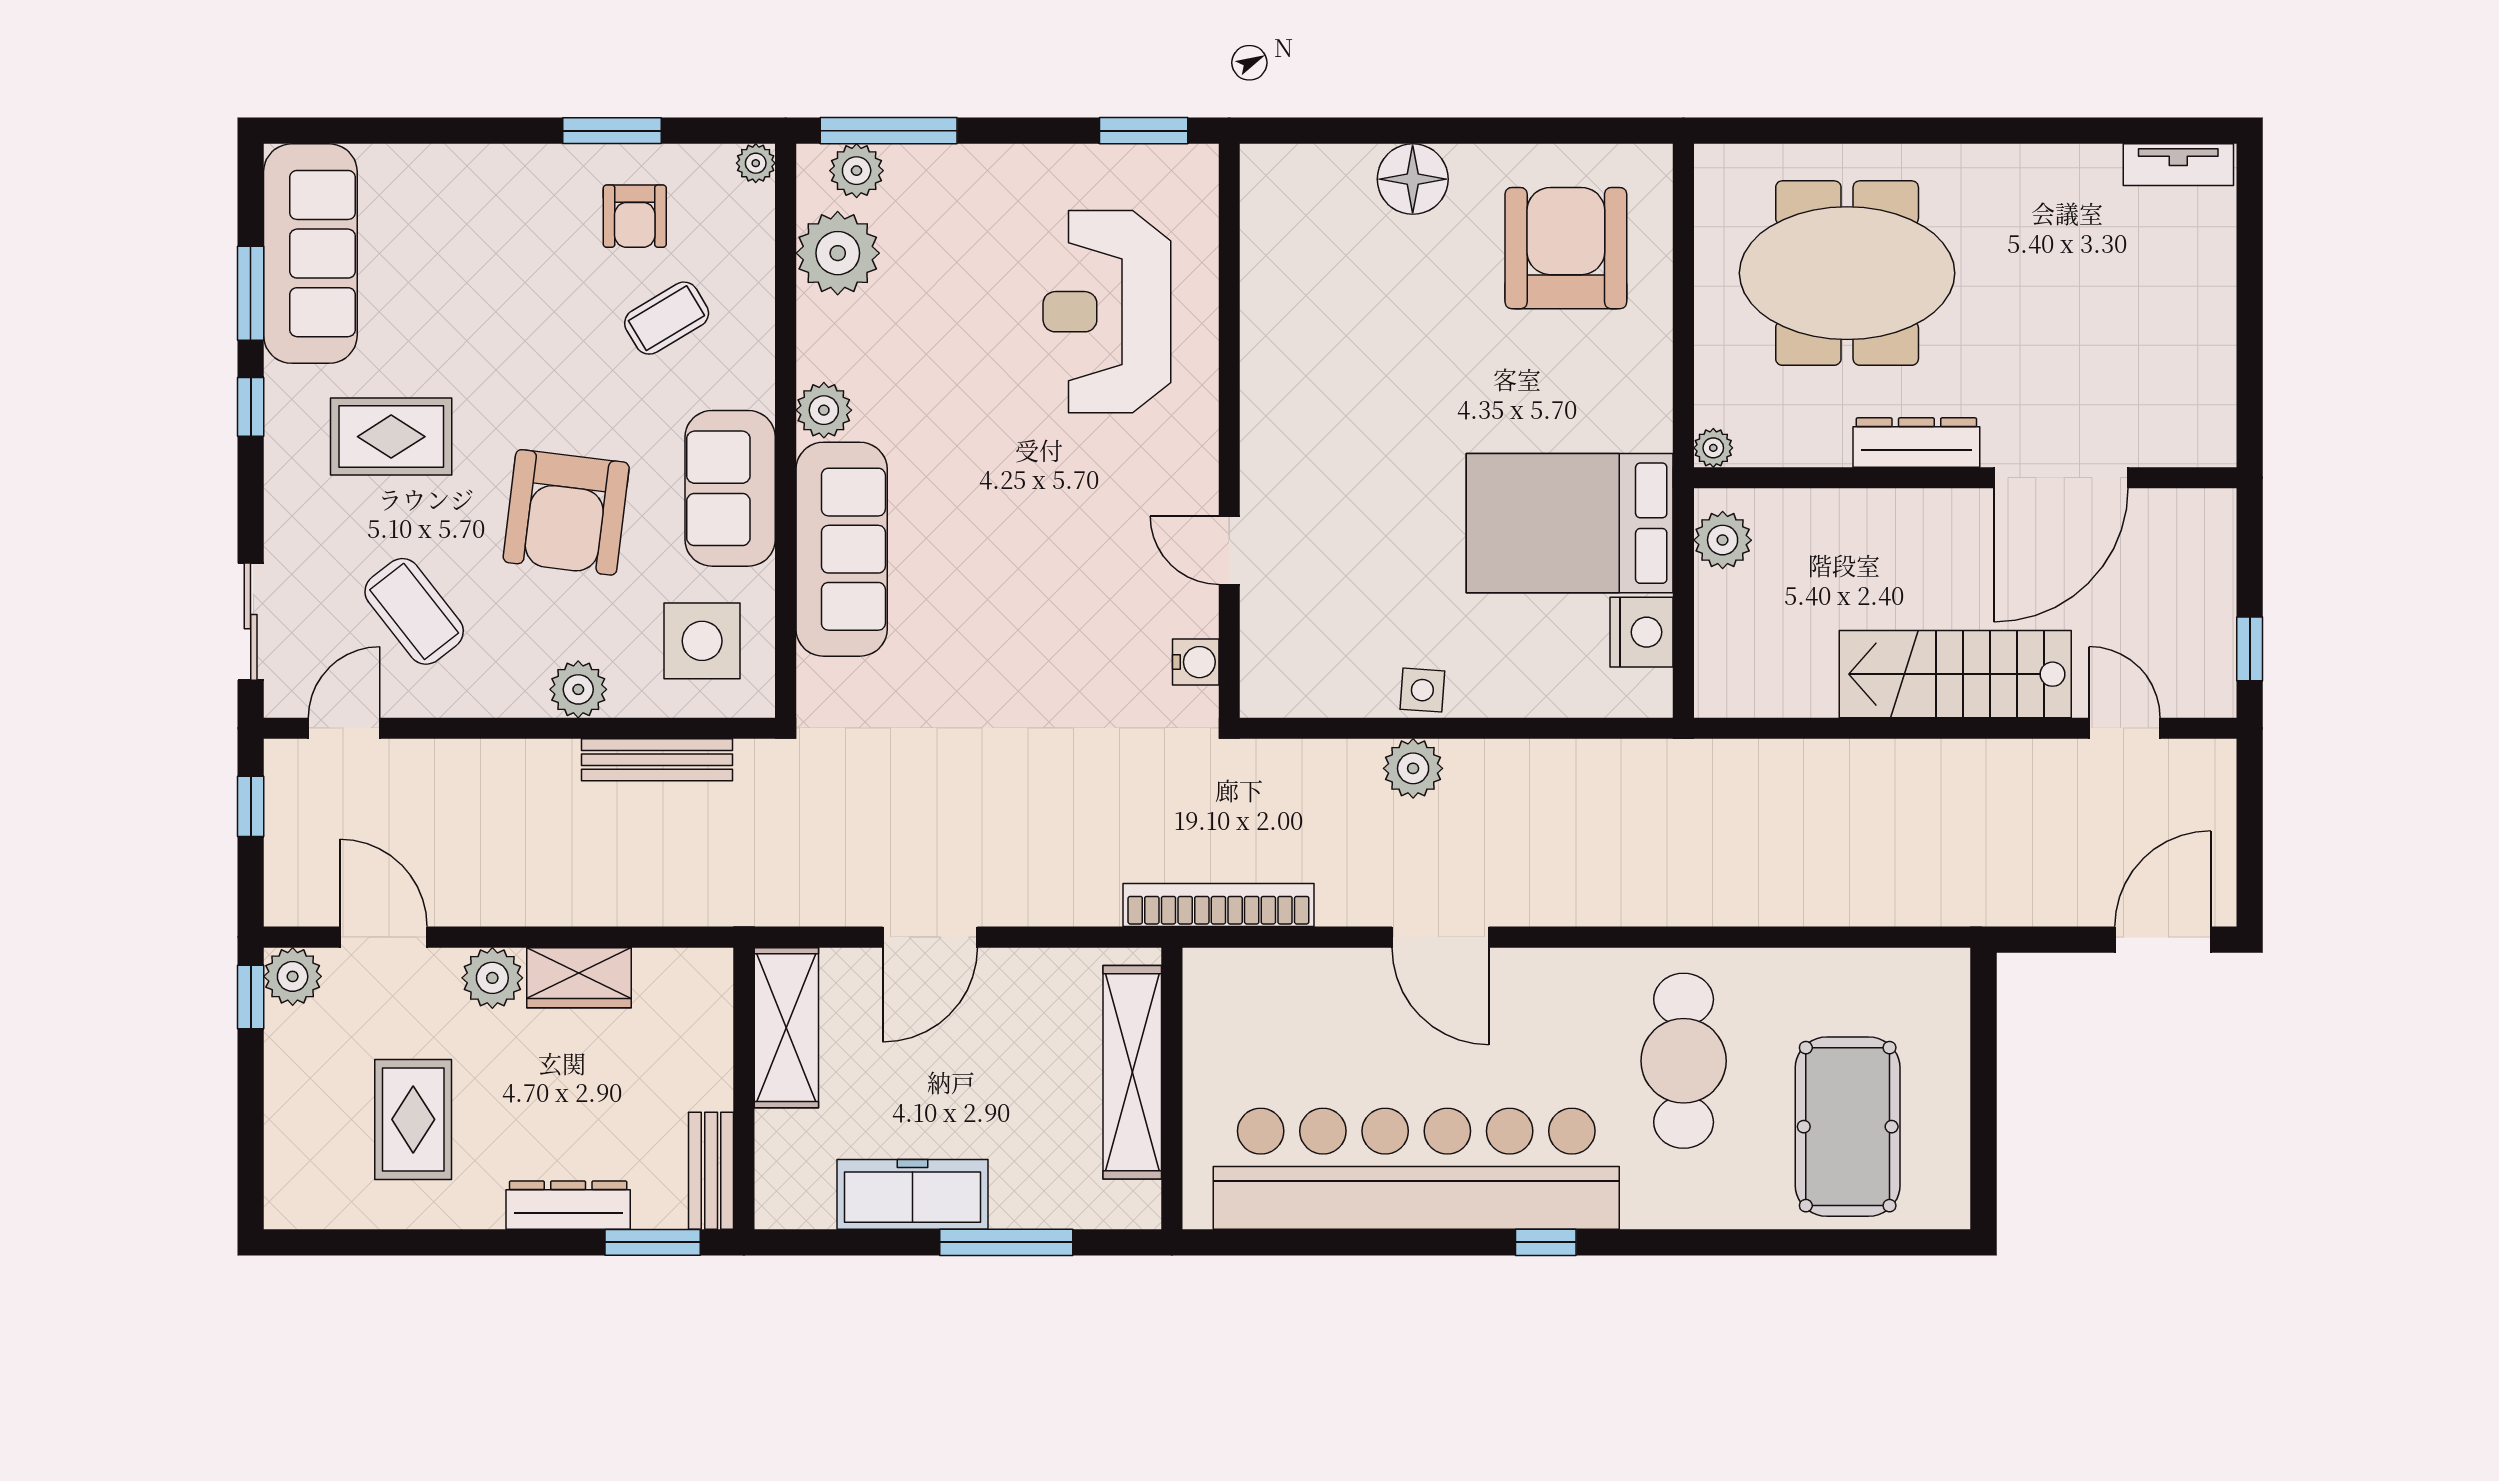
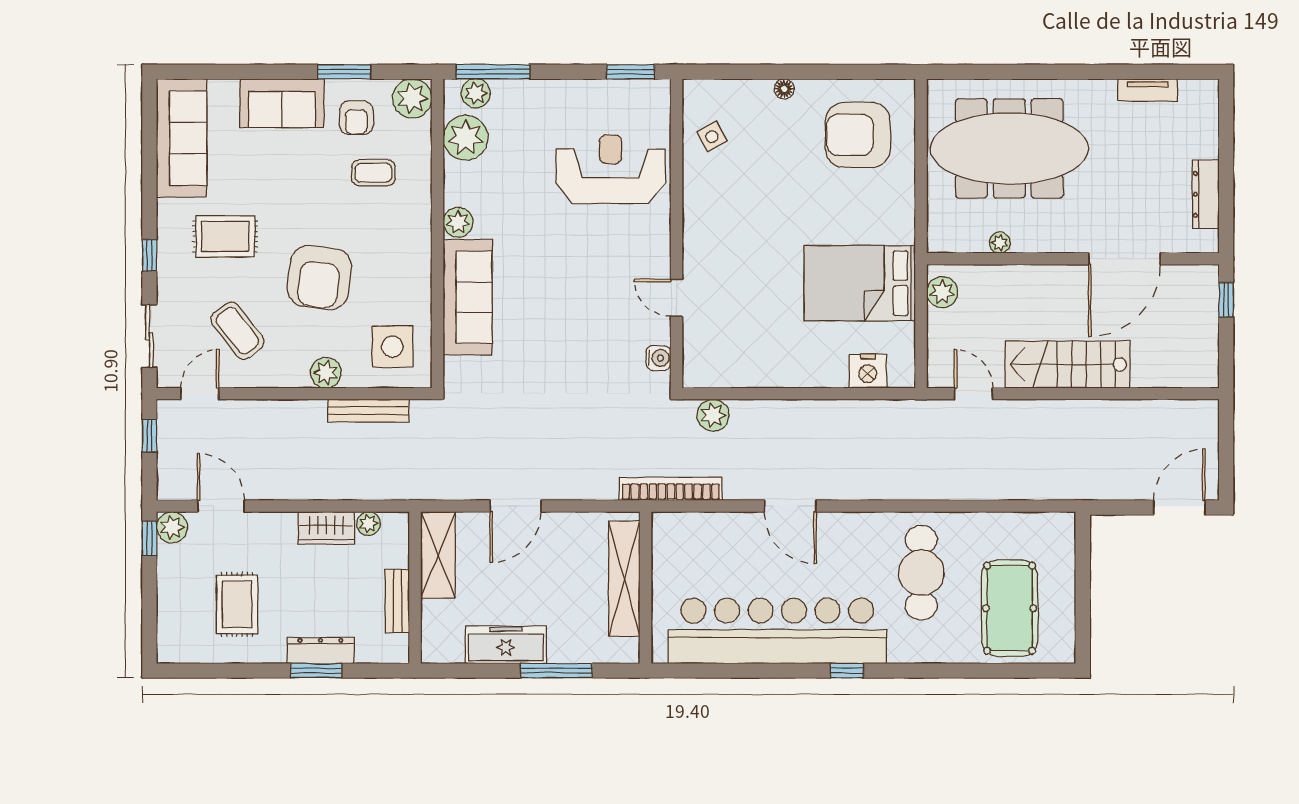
plant: (756, 163) -> (412, 98), width x1.87, depth x1.87
tv unit: (2178, 165) -> (1148, 90), moved
floor lamp: (1413, 179) -> (784, 89), width x0.53, depth x0.53
armchair: (1566, 248) -> (858, 135), turned -90
meeting table: (1847, 273) -> (1009, 148), width x1.36
window: (251, 293) -> (149, 159), removed
reception desk: (1107, 312) -> (611, 169), turned 90
coffee table: (667, 318) -> (373, 173), turned 31
window: (251, 407) -> (149, 255), moved
dresser: (1916, 443) -> (1206, 194), moved, turned -90
plant: (1713, 448) -> (1000, 243), moved
sofa: (730, 488) -> (282, 103), moved, turned -90
nightstand: (1642, 632) -> (868, 371), moved, turned 90
window: (2250, 649) -> (1226, 300), moved
side table: (1422, 690) -> (712, 136), moved, turned -33
door: (2125, 728) -> (973, 394), moved
plant: (1413, 768) -> (713, 415), moved
plant: (492, 978) -> (369, 524), moved, width x0.73, depth x0.73
bench: (711, 1171) -> (397, 601), moved
window: (653, 1242) -> (316, 671), moved

